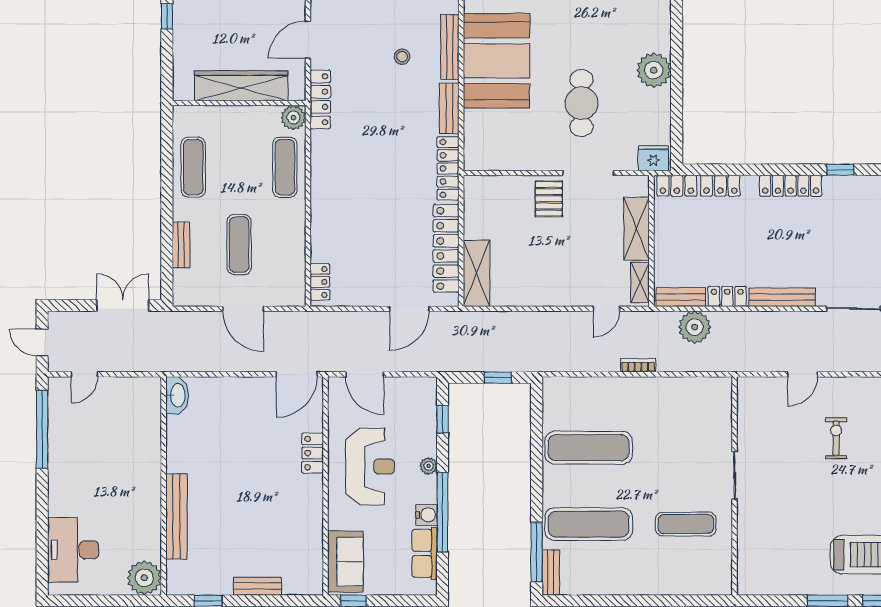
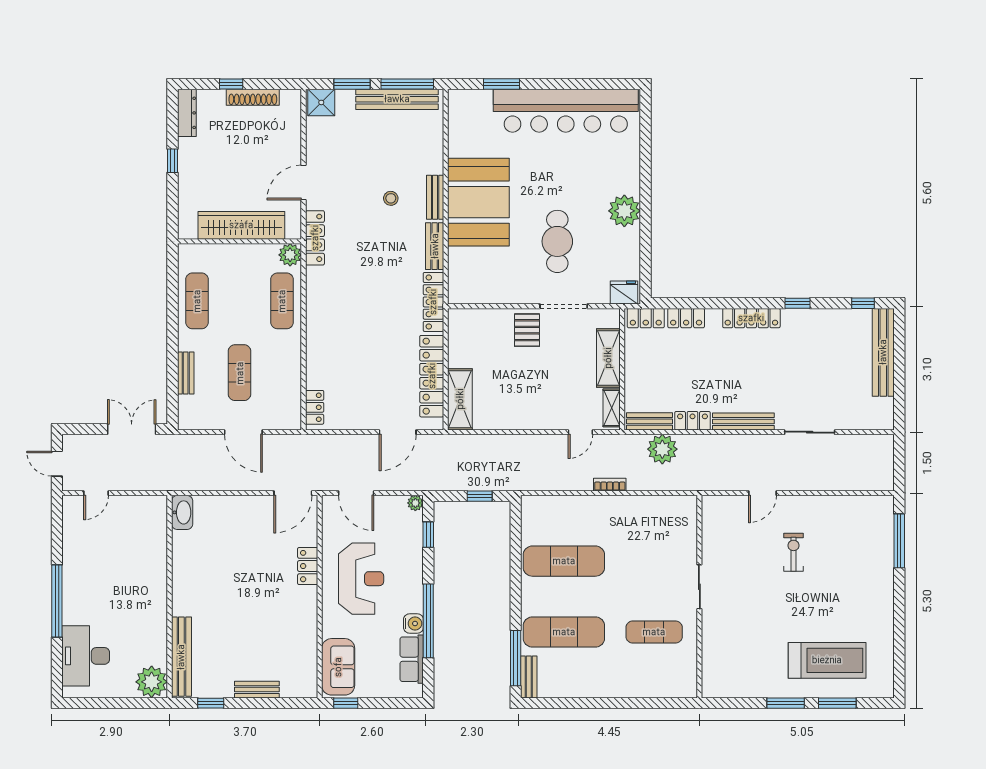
bench: (450, 47) -> (435, 197), width x0.73
window: (42, 429) -> (57, 601), moved
plant: (429, 466) -> (415, 503), moved
bench: (176, 517) -> (181, 657), moved

